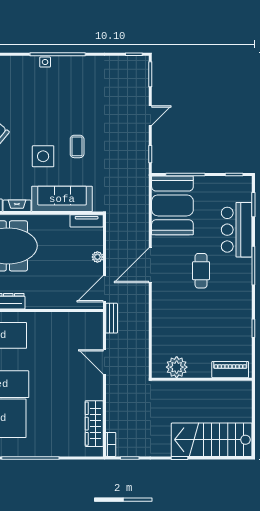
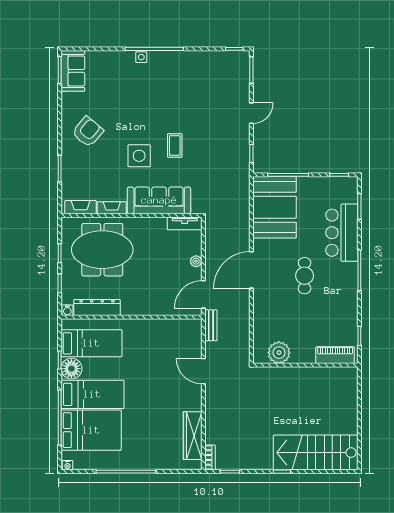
plant: (177, 367) -> (279, 353), moved
piano: (230, 370) -> (335, 355), moved
wall: (202, 379) -> (305, 365), moved

